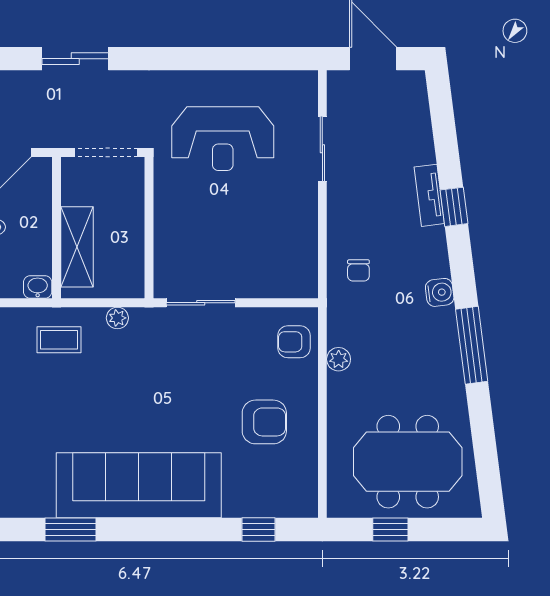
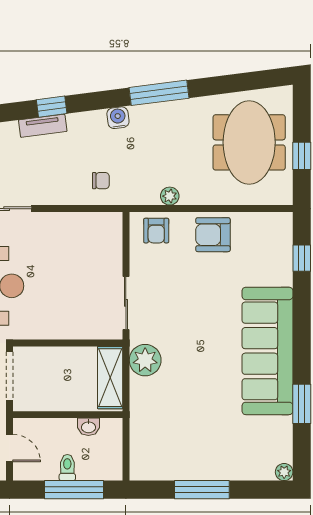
shelving: (77, 247) -> (110, 378), moved, turned 90
washbasin: (38, 287) -> (88, 427), moved, turned -90
plant: (117, 318) -> (145, 360), width x1.88, depth x1.88
coffee table: (59, 340) -> (155, 413), removed
armchair: (264, 422) -> (213, 235), moved, turned -90

